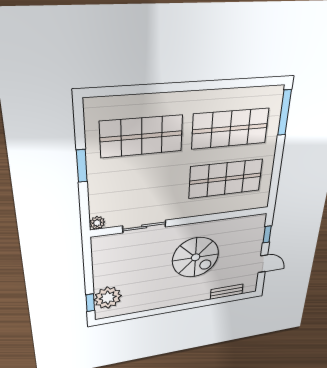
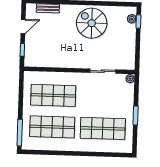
spiral stairs: (196, 257) -> (92, 23), moved
door: (263, 264) -> (23, 26), swing flipped
plant: (108, 298) -> (132, 19), width x0.53, depth x0.53

